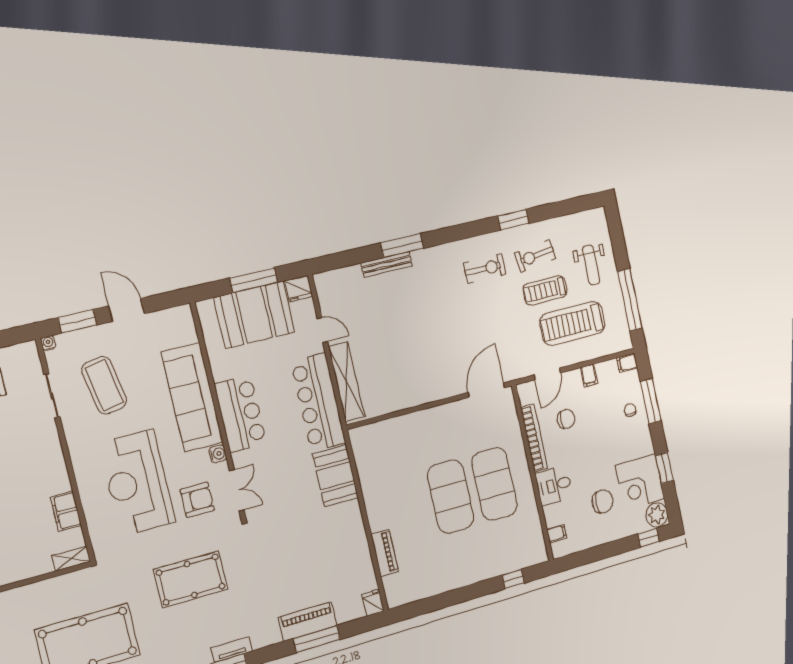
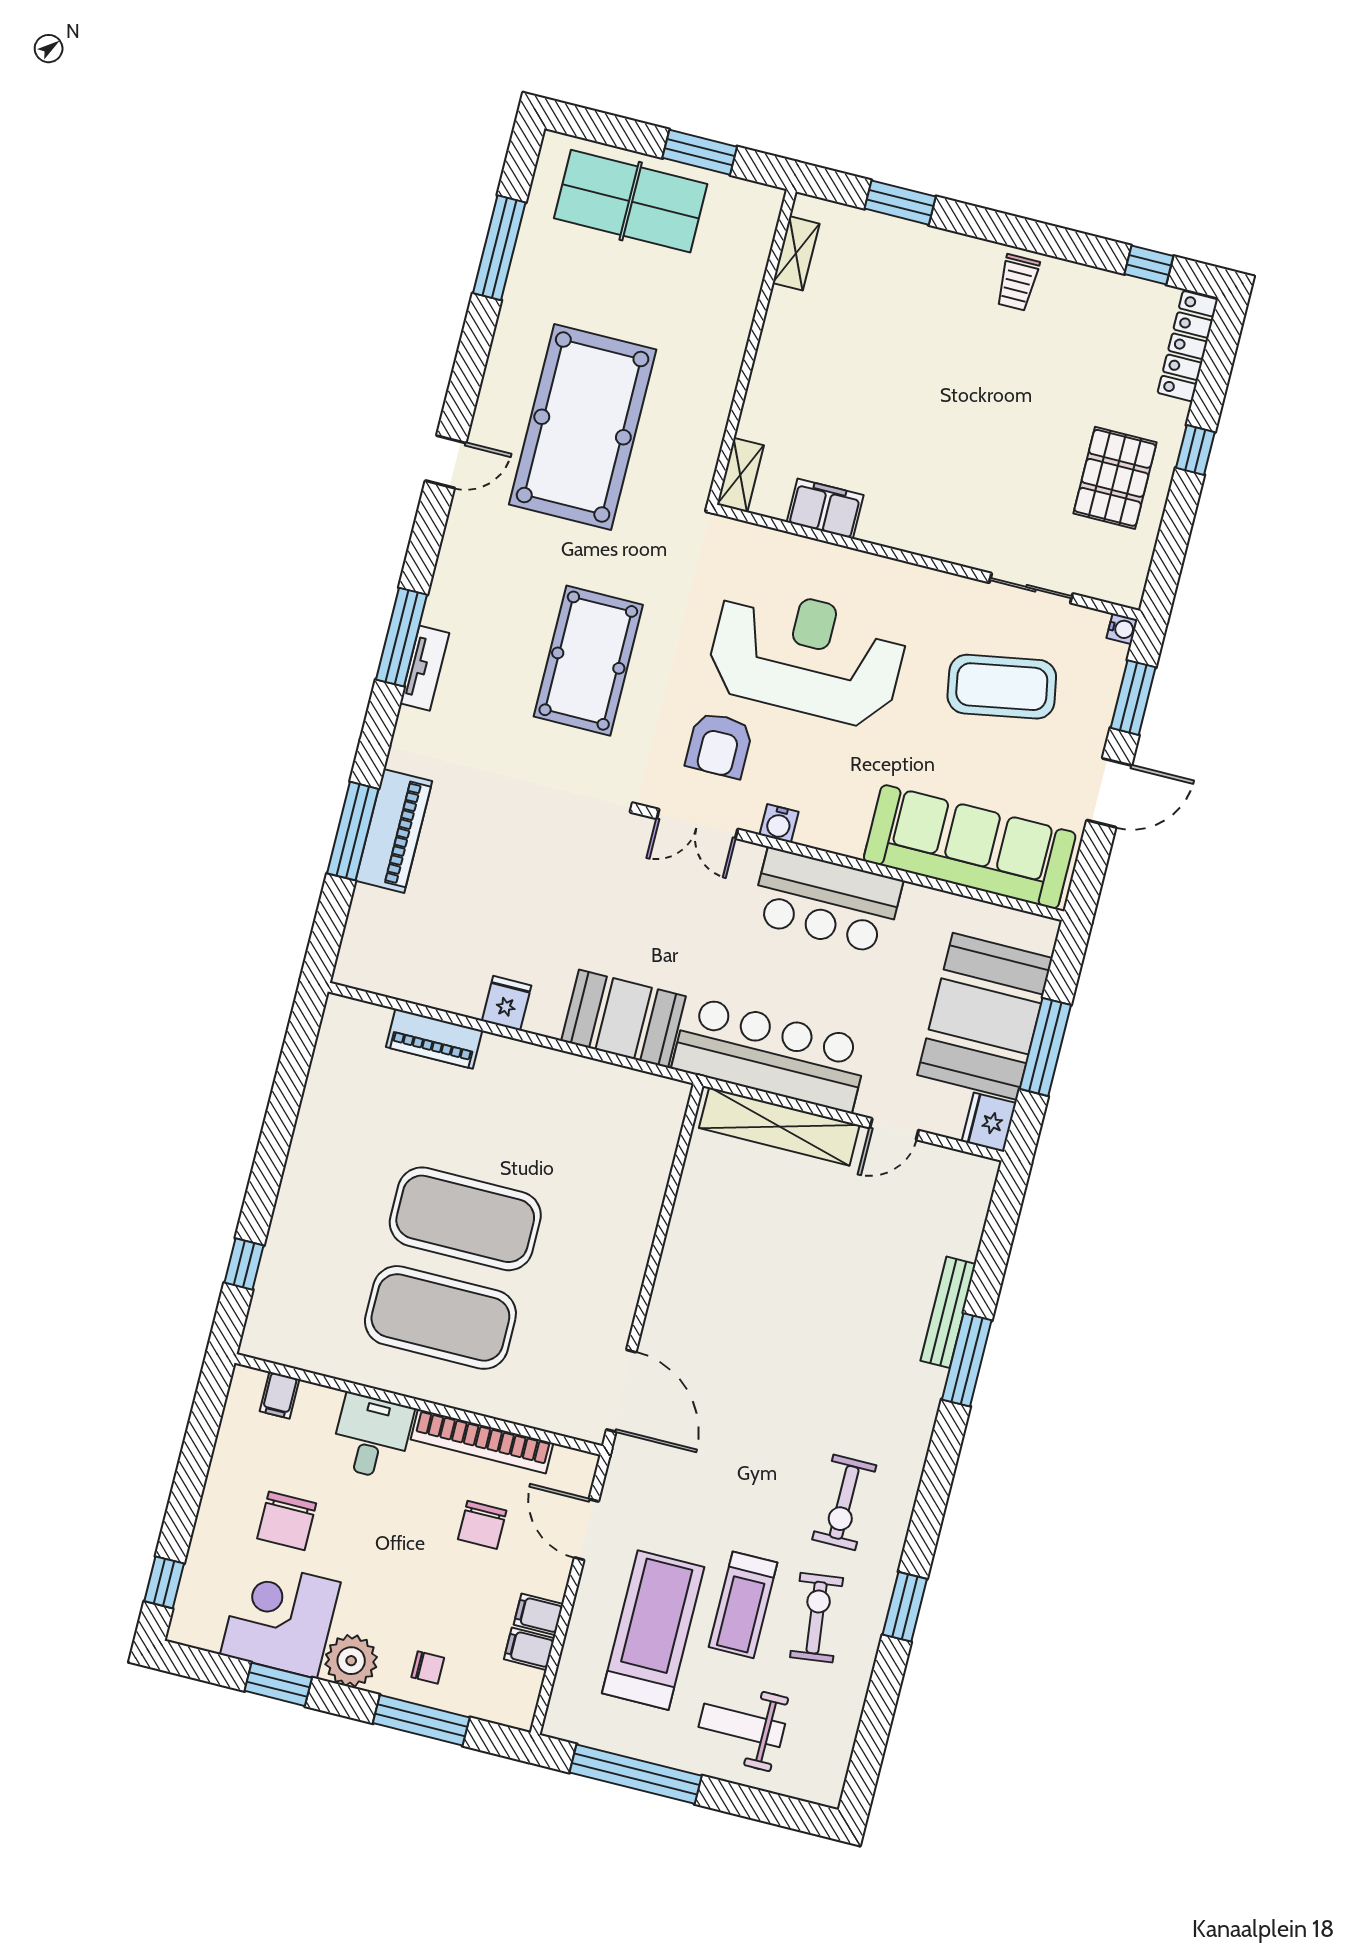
treadmill: (545, 290) -> (743, 1605), turned 180
filing cabinet: (627, 363) -> (529, 1649), moved, turned -90
sofa: (192, 397) -> (970, 847), moved
plant: (657, 515) -> (351, 1661), moved
fridge: (373, 603) -> (507, 1003), moved, turned -90

